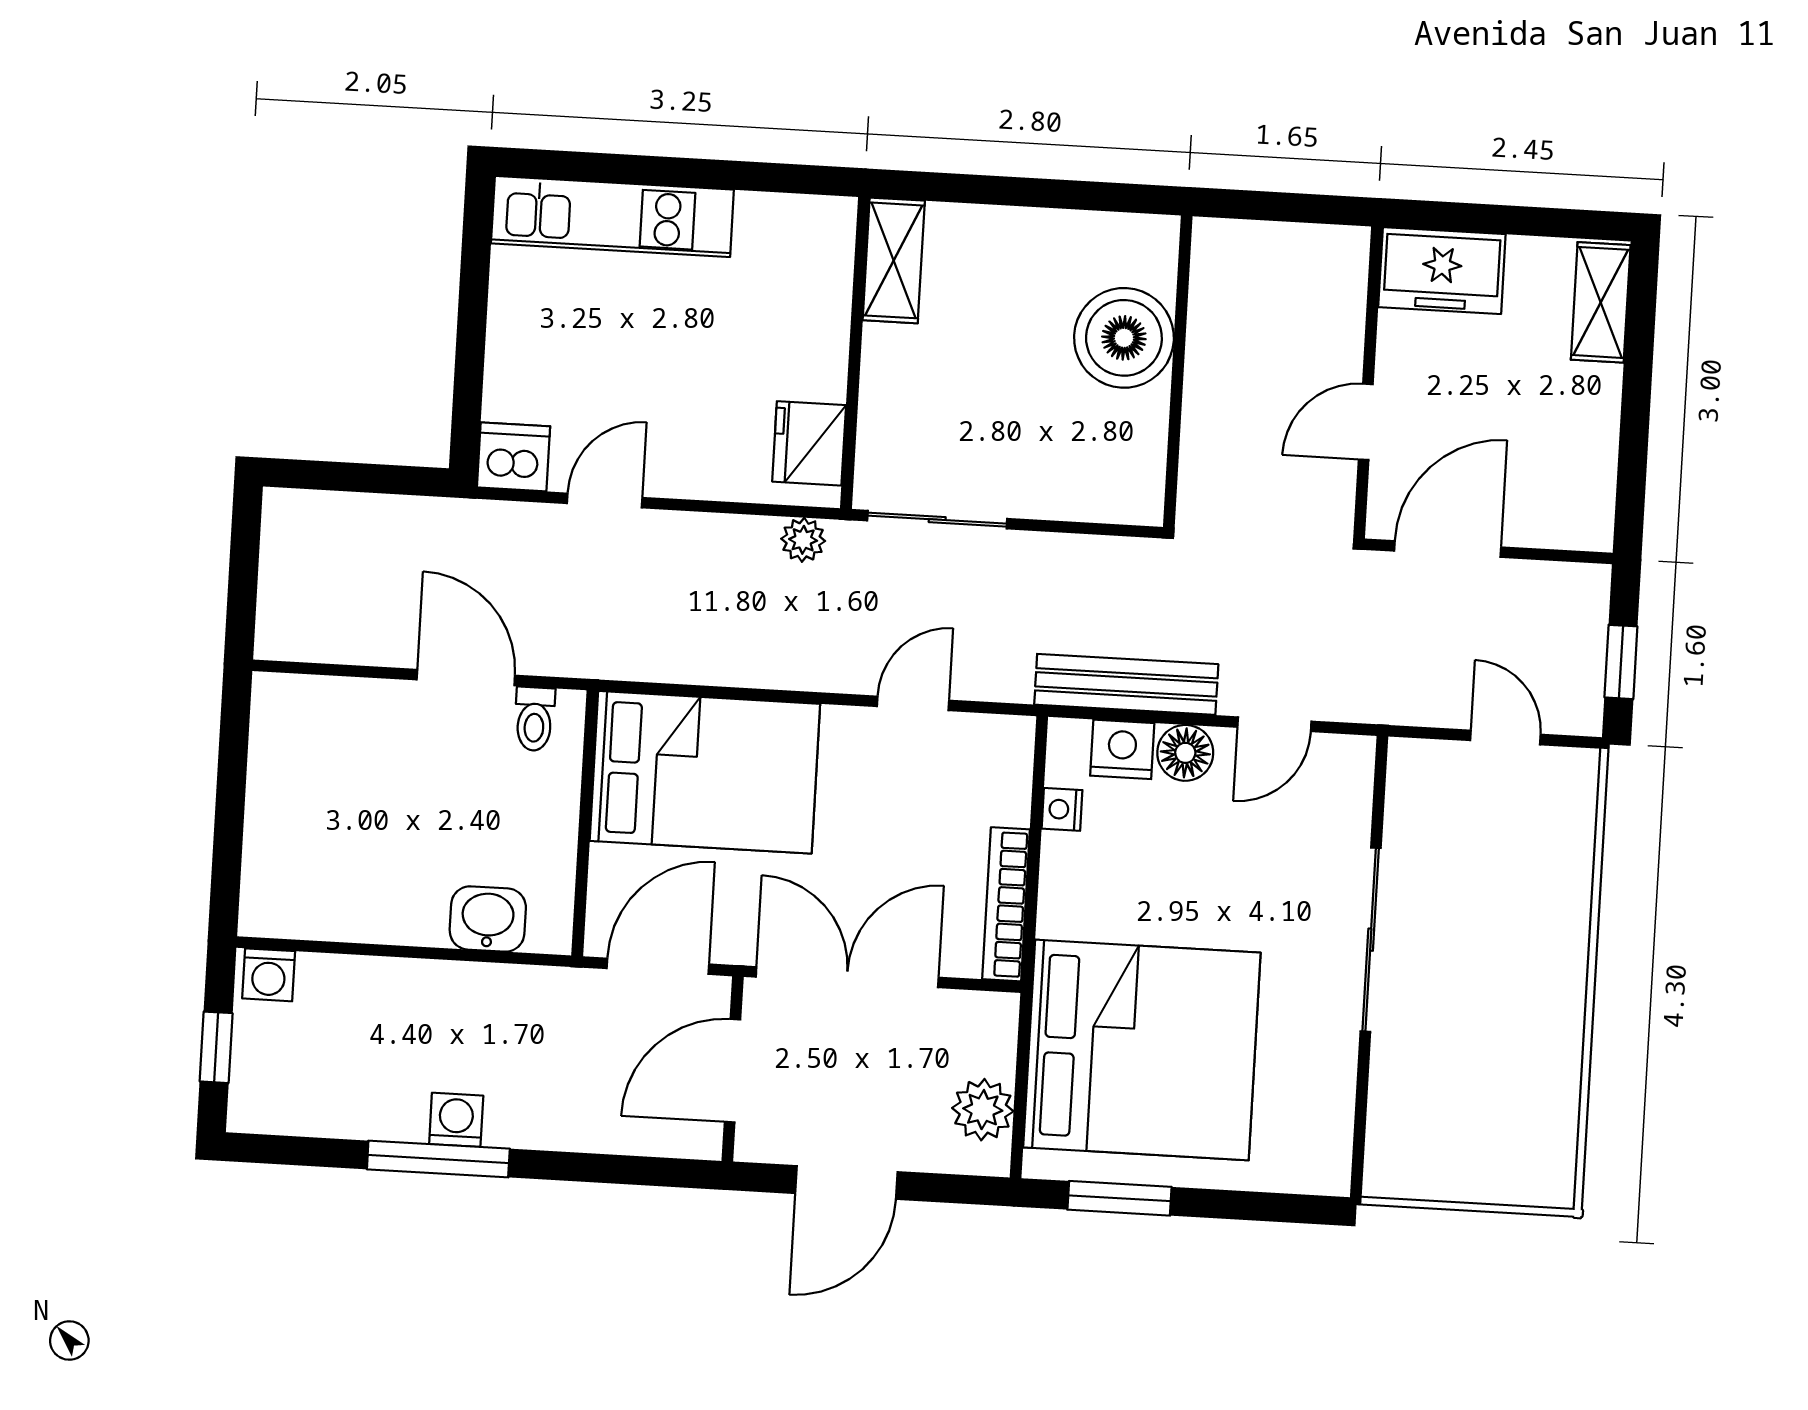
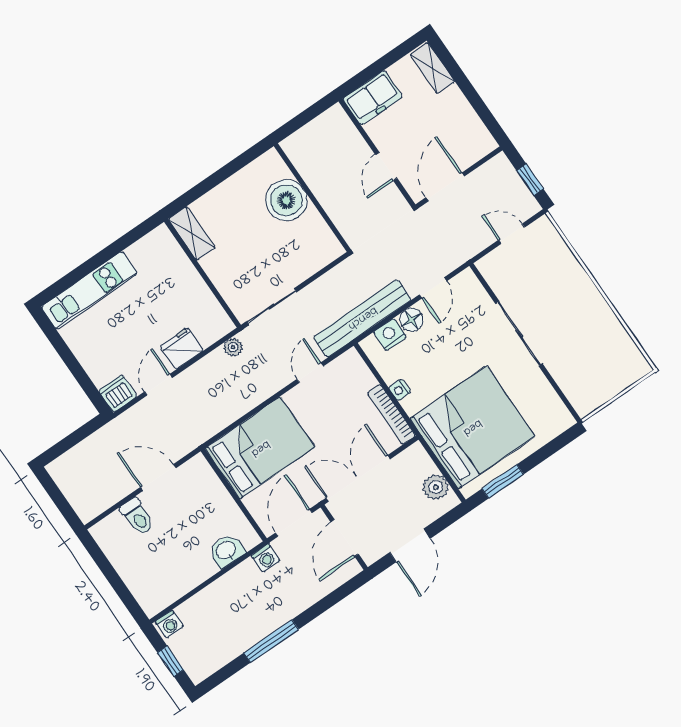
fridge: (809, 443) -> (182, 348), moved, turned 90
bench: (1126, 684) -> (362, 318), width x1.37, depth x1.21
toilet: (534, 719) -> (137, 517), moved, width x1.37, depth x1.39
nightstand: (1062, 809) -> (400, 390), moved
washing machine: (456, 1120) -> (266, 558), moved, turned 180

